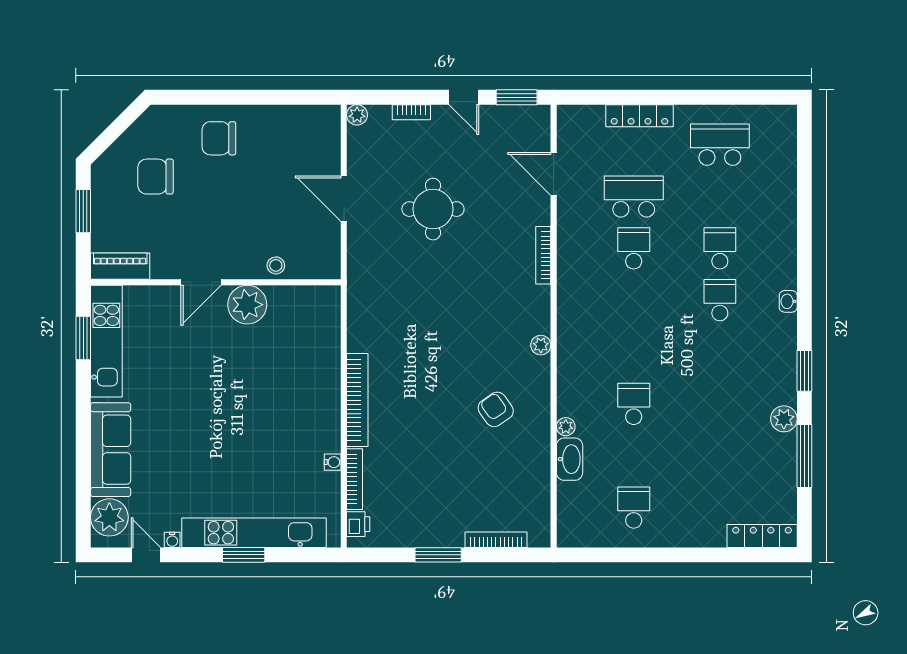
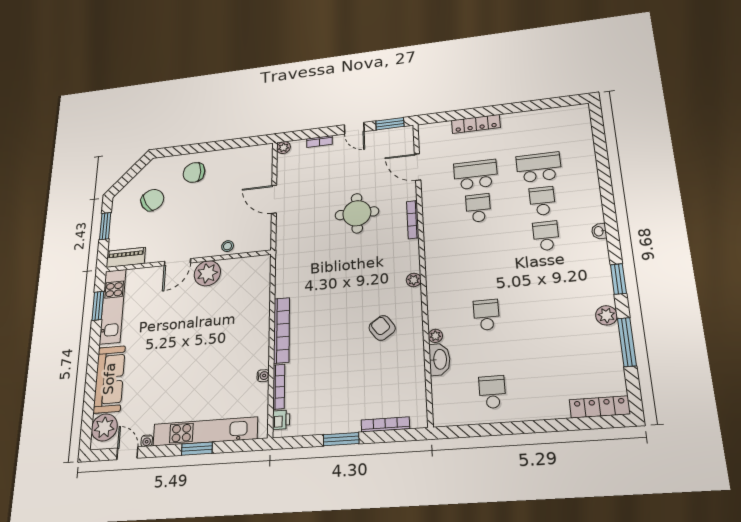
school desk: (720, 145) -> (539, 167), moved
chair: (156, 177) -> (152, 200), turned 148
round table: (433, 209) -> (357, 213), moved

